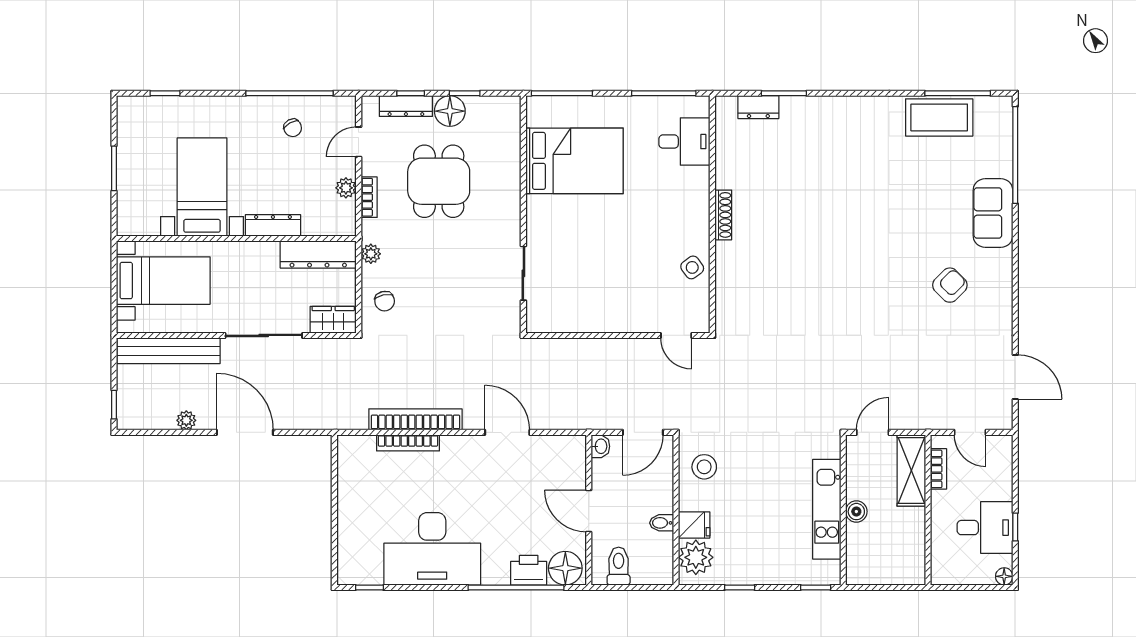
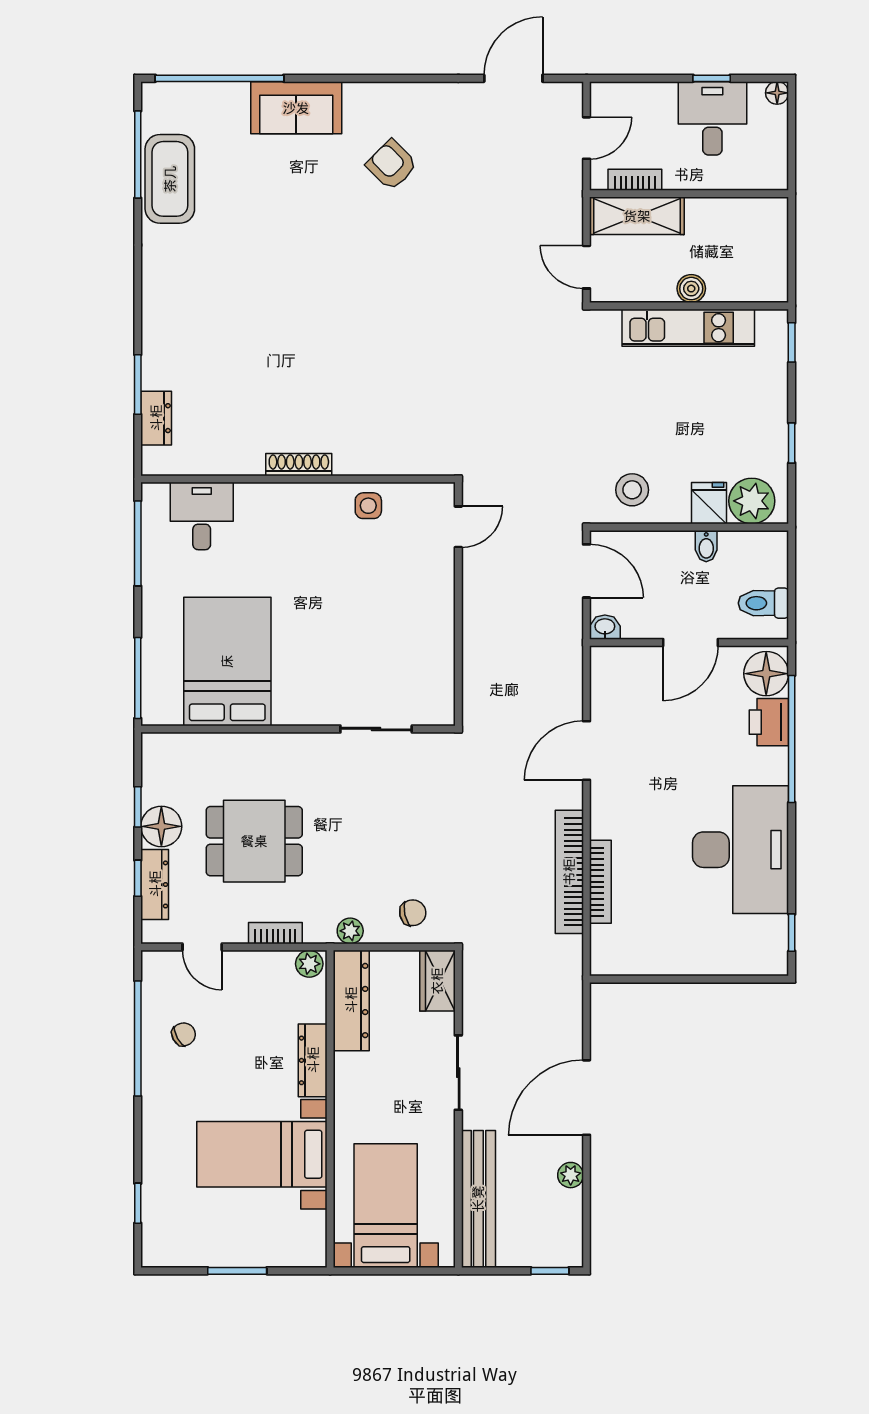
plant: (346, 188) -> (309, 964), moved
side table: (692, 267) -> (368, 506), turned 36
sliding door: (264, 335) -> (458, 1073), width x0.73

